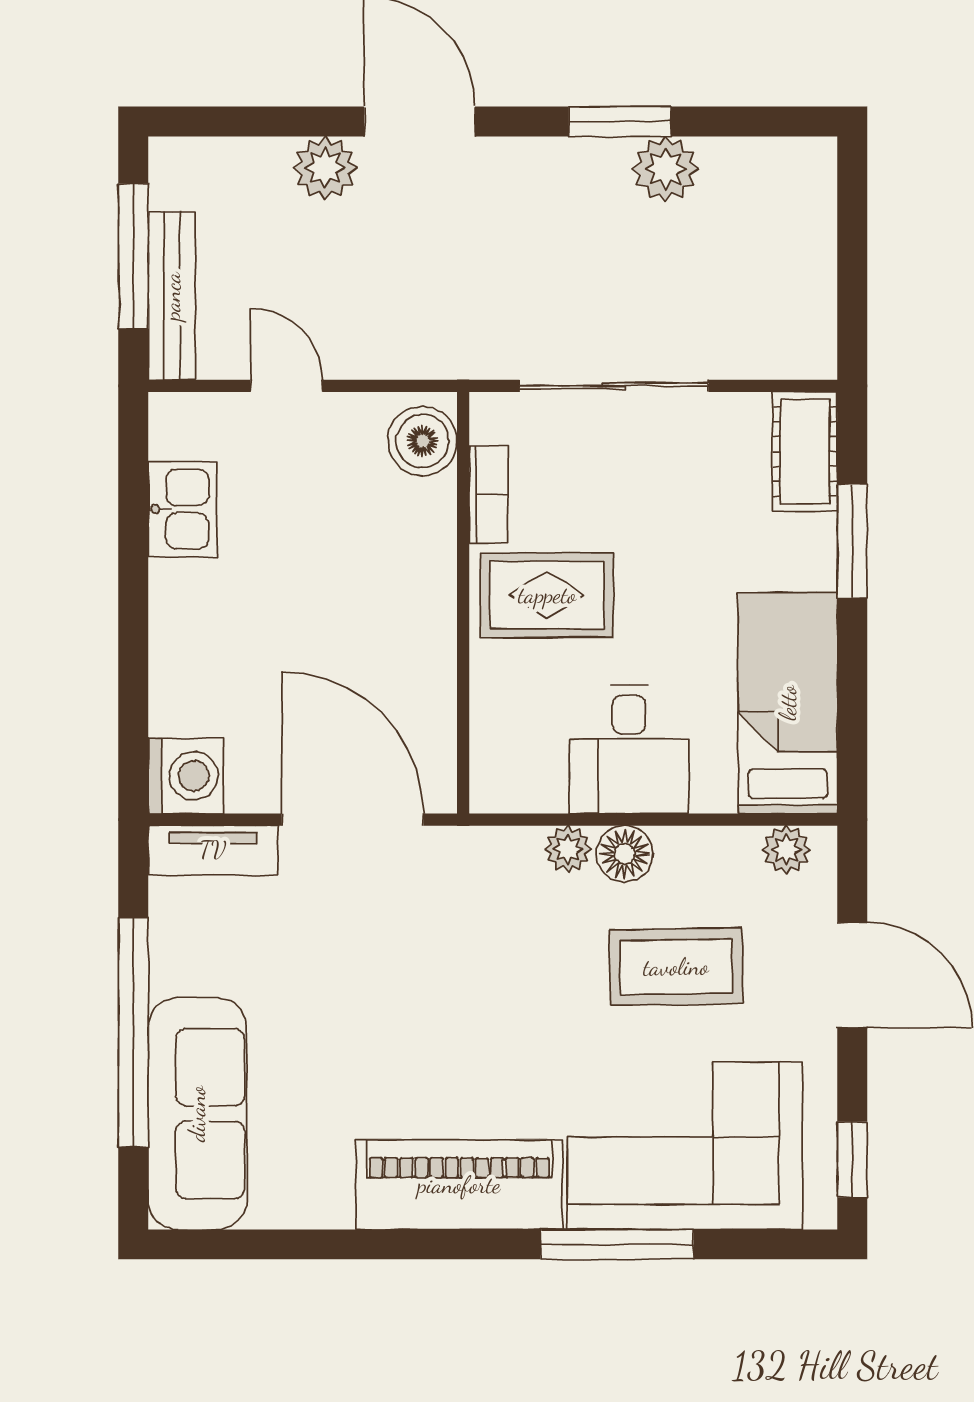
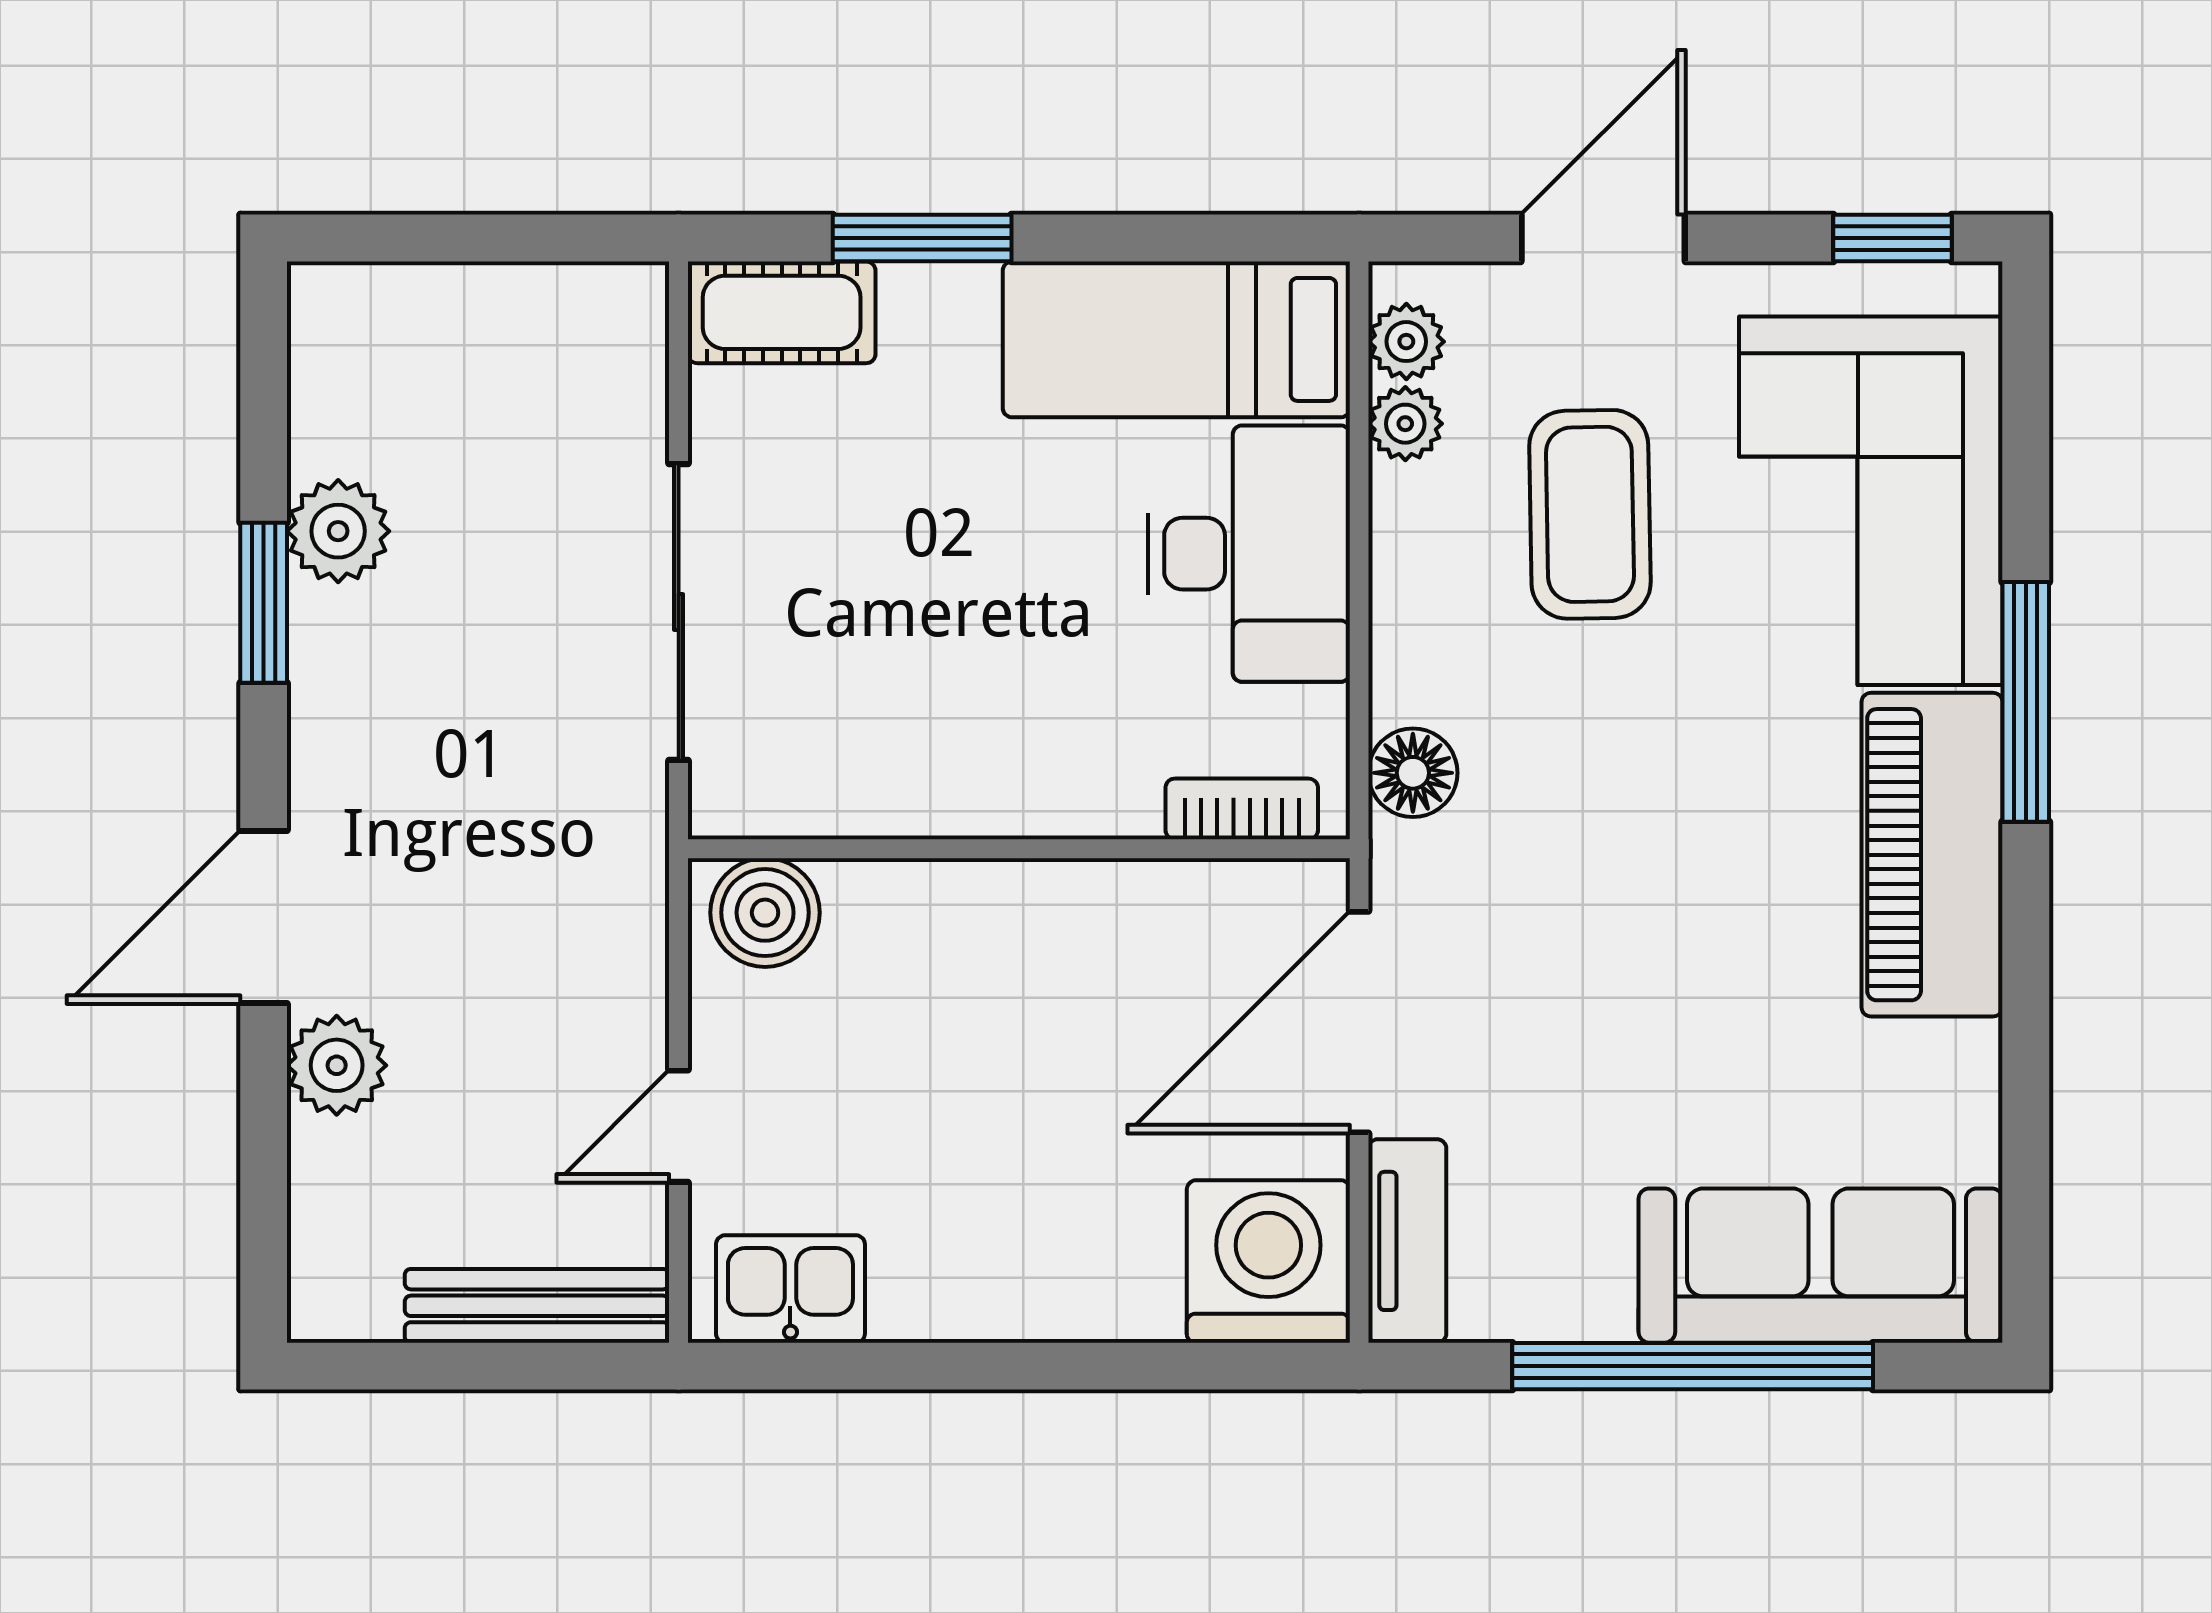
window: (133, 256) -> (475, 1366), removed
bookcase: (488, 494) -> (1242, 809), moved
kitchen sink: (183, 509) -> (790, 1289), moved
rug: (547, 595) -> (1007, 717), removed
desk: (629, 749) -> (1249, 554), width x1.37
washing machine: (186, 776) -> (1268, 1261), width x1.37, depth x1.37
plant: (568, 849) -> (1405, 424), moved
floor lamp: (625, 854) -> (1413, 773), moved
window: (617, 1244) -> (2026, 702), moved

